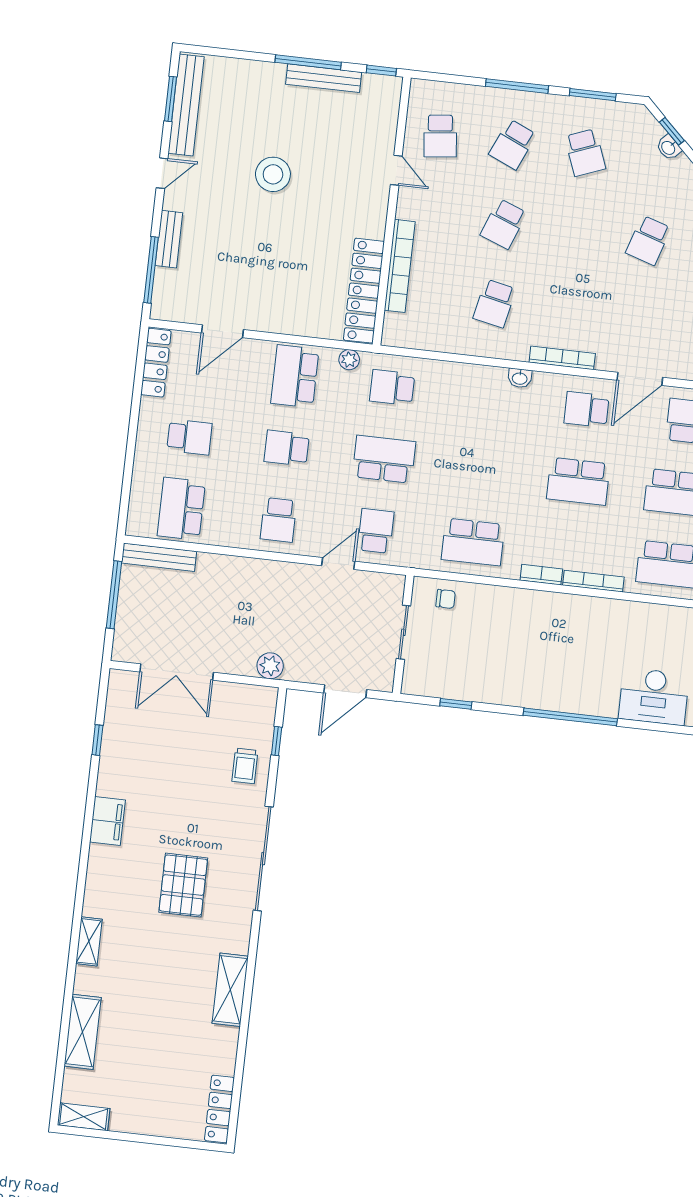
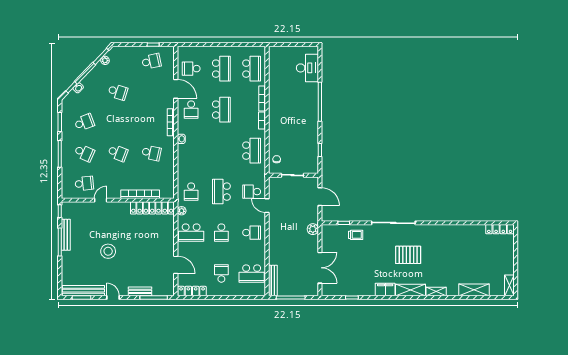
shelving: (230, 990) -> (410, 290), moved

